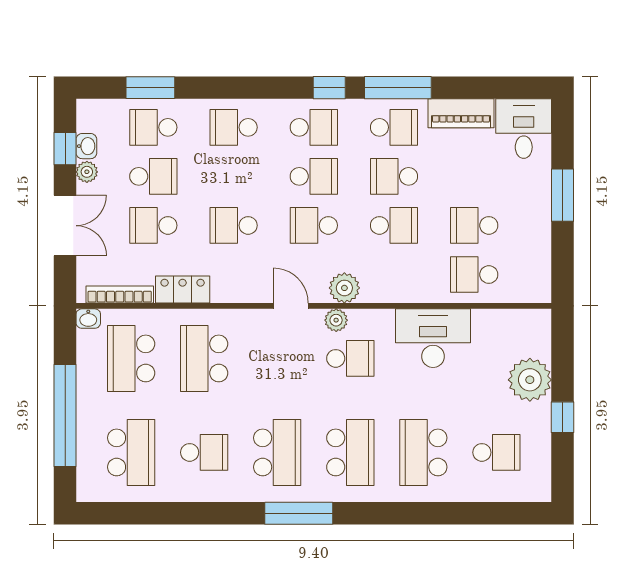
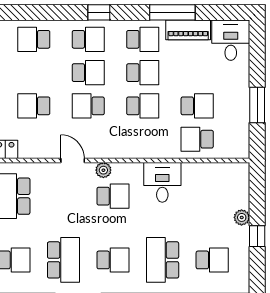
window: (398, 88) -> (172, 12), moved
school desk: (394, 176) -> (143, 73), turned 180
window: (562, 195) -> (257, 105), moved
school desk: (474, 225) -> (197, 106), turned 180
plant: (344, 288) -> (109, 148), removed
desk: (433, 338) -> (162, 182), width x0.73
plant: (530, 380) -> (242, 217), width x0.53, depth x0.53
school desk: (350, 452) -> (113, 260), width x0.54

